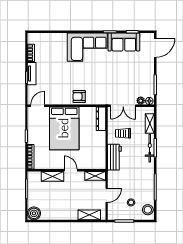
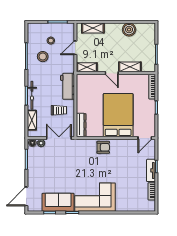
stool: (148, 210) -> (43, 57), moved
boiler: (34, 213) -> (129, 30), moved

